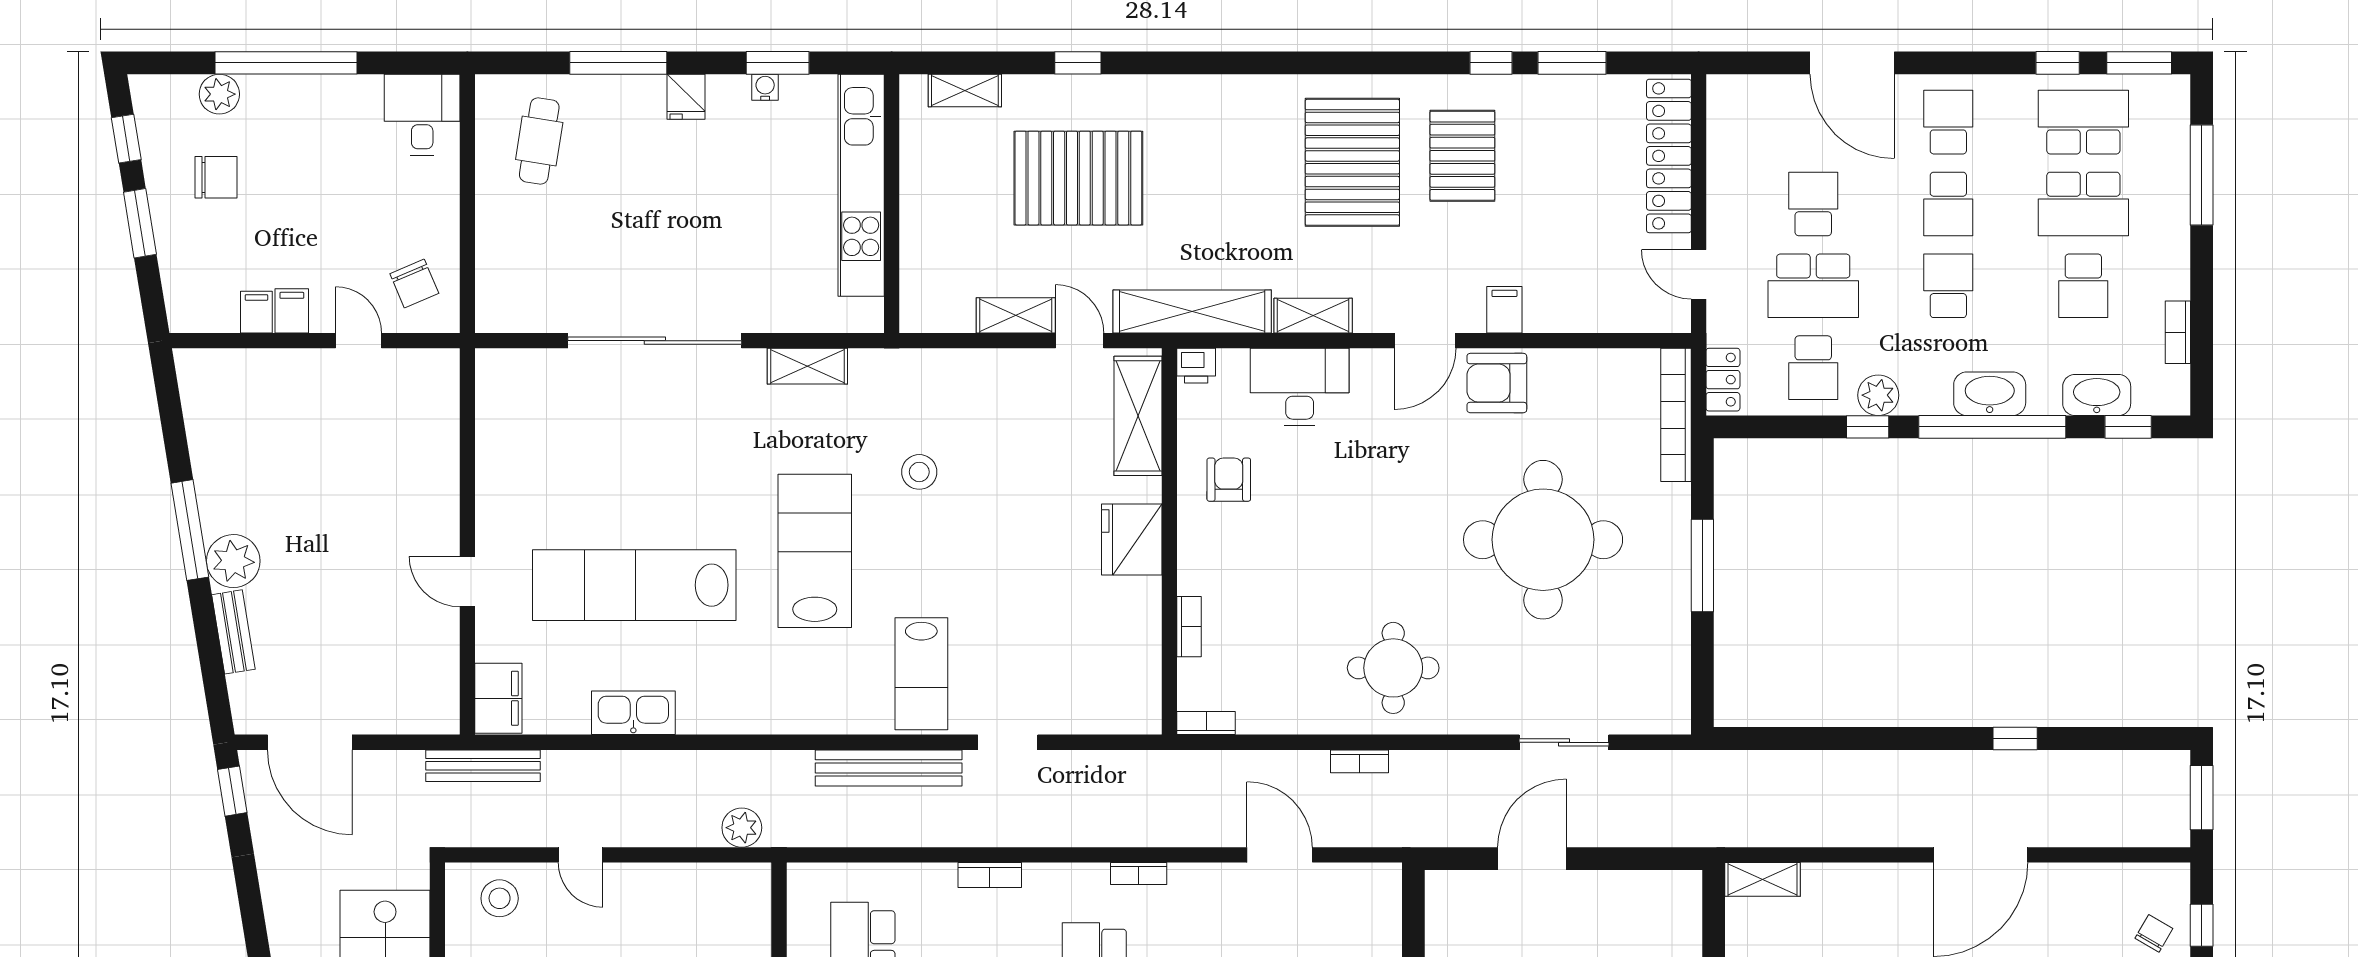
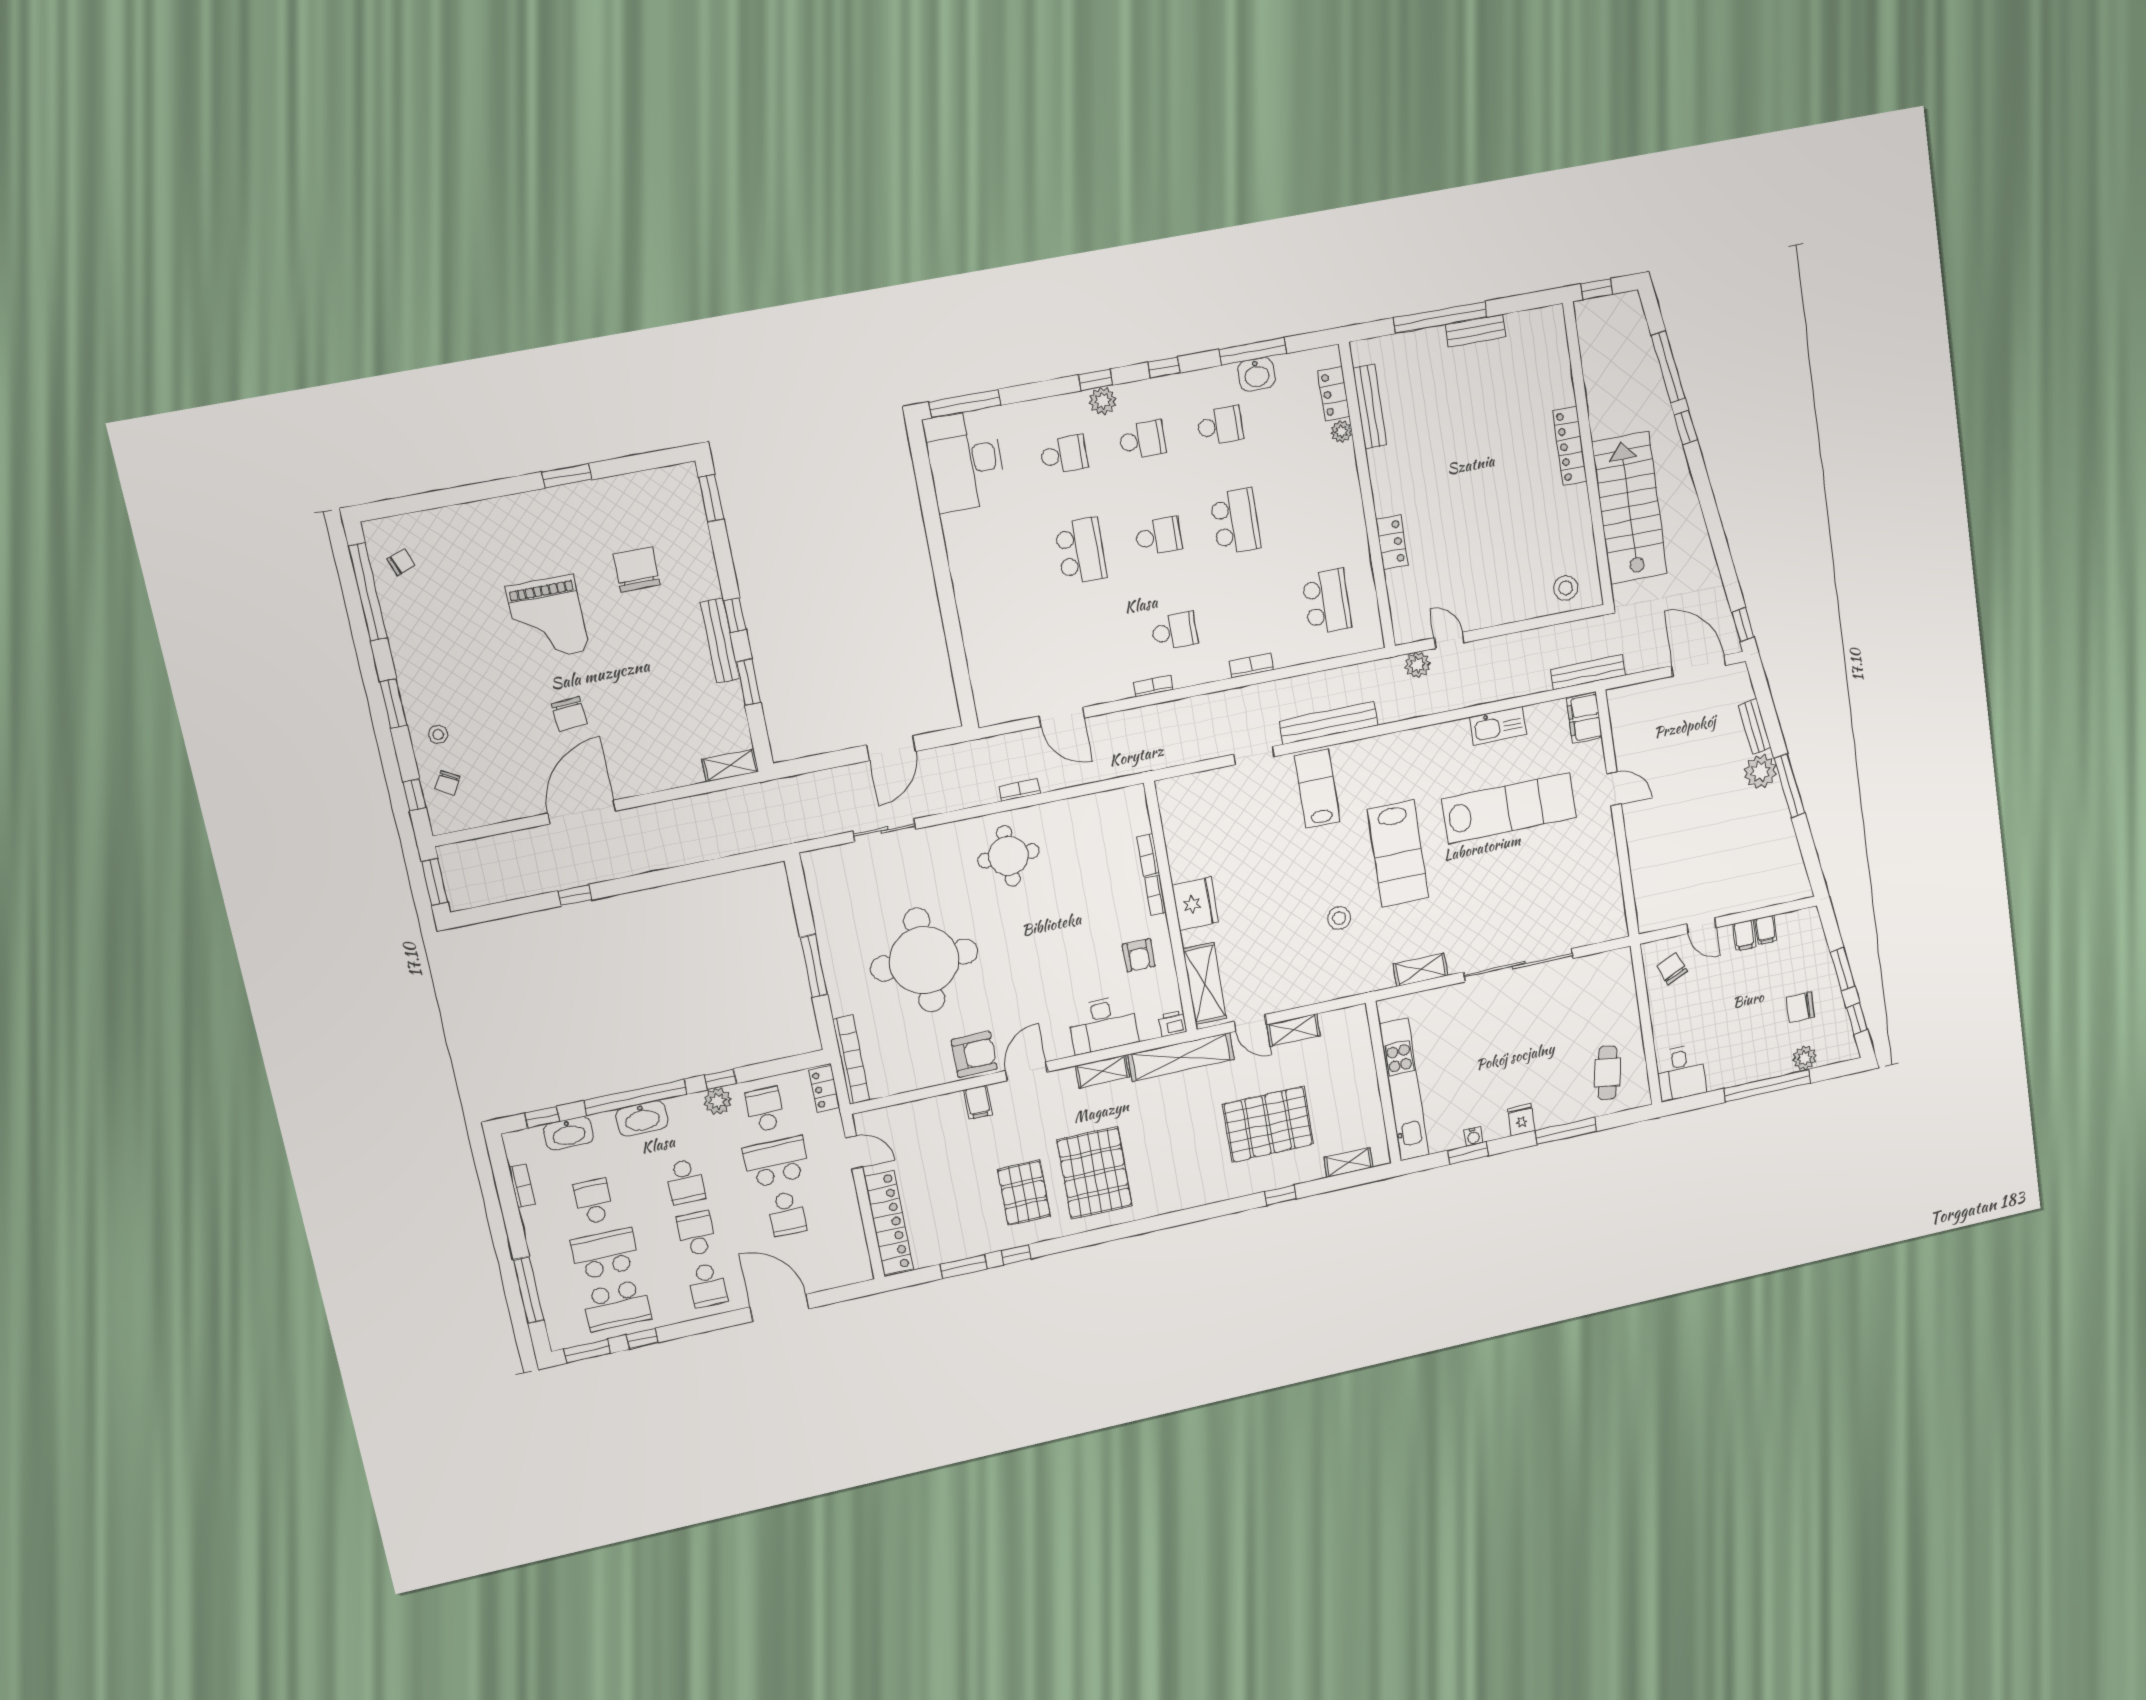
bookcase: (1206, 723) -> (1155, 895), moved, turned 90
door: (580, 855) -> (1449, 640), moved

